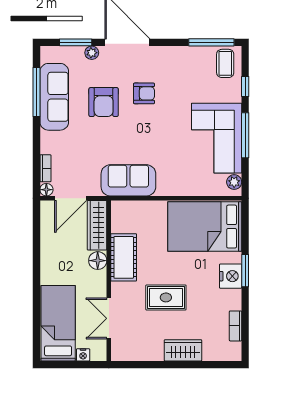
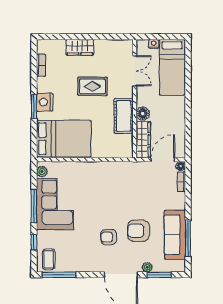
armchair: (104, 102) -> (138, 231), turned -90
sofa: (128, 180) -> (120, 173), removed

